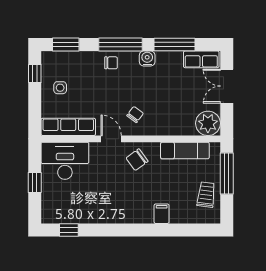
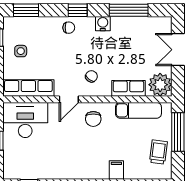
window: (120, 44) -> (78, 10), width x0.46
row of seats: (201, 59) -> (128, 88), moved, turned 180
door: (111, 139) -> (69, 99), swing flipped
chair: (137, 160) -> (93, 119), turned -54

